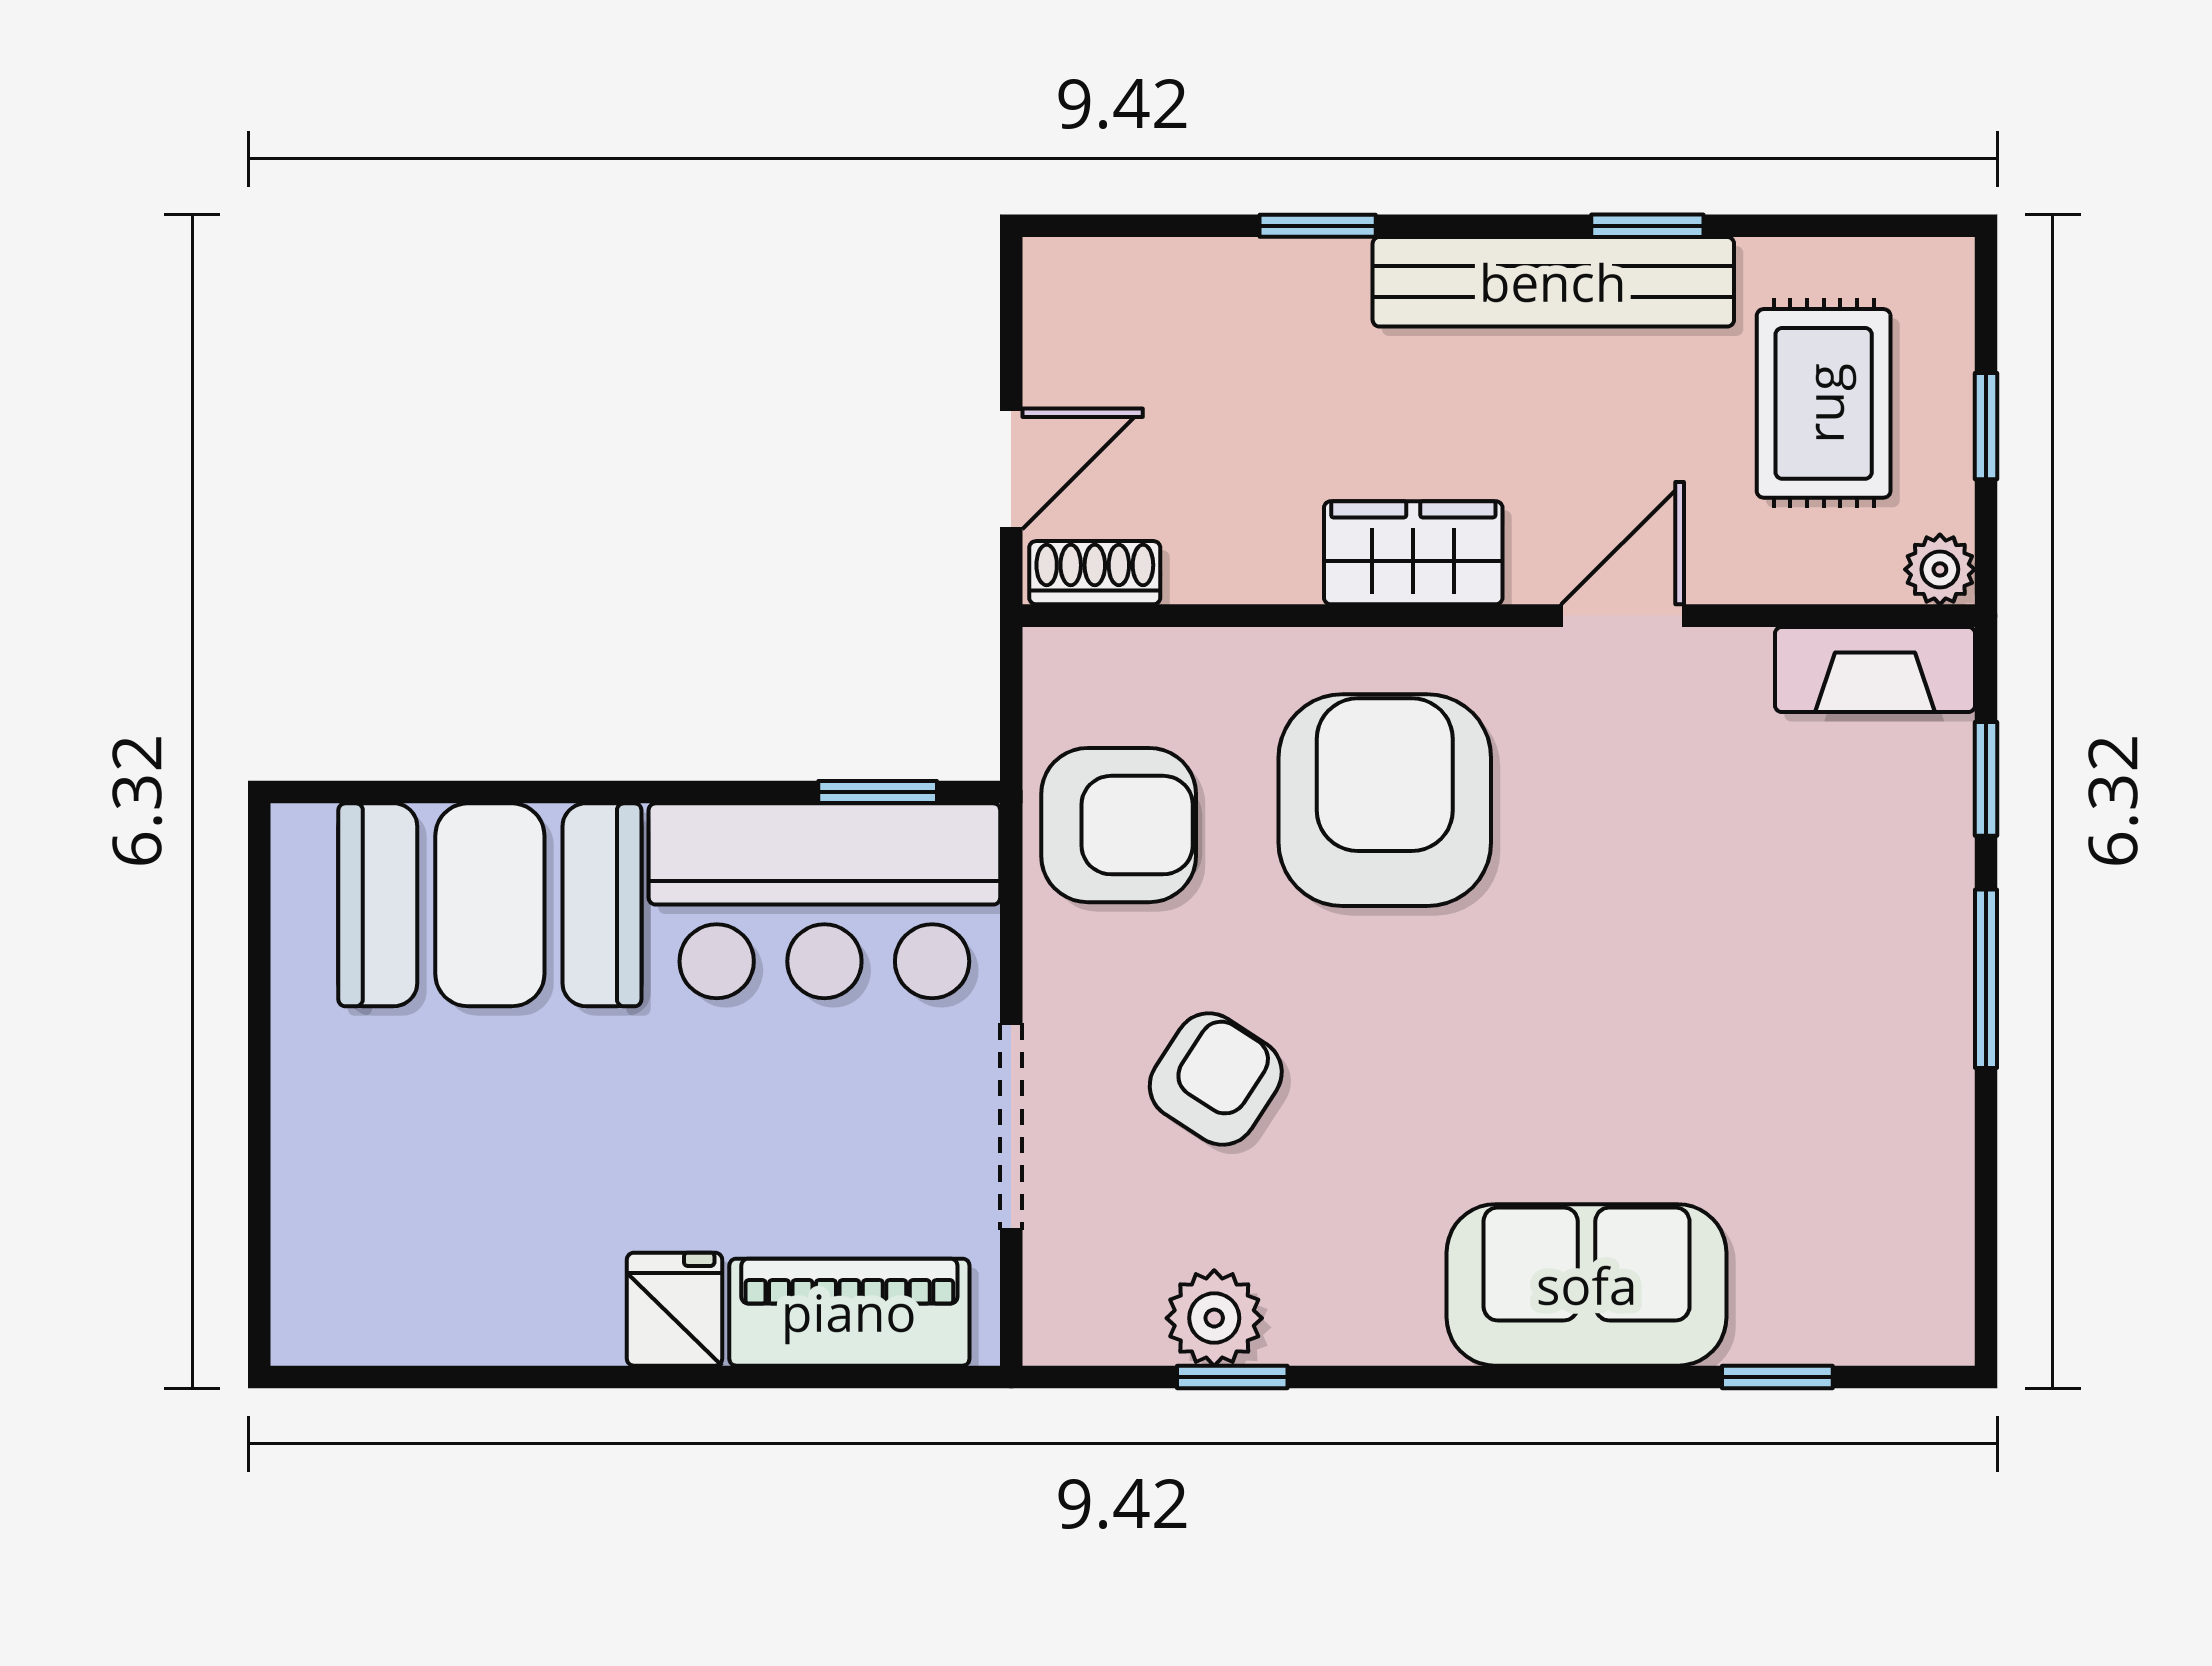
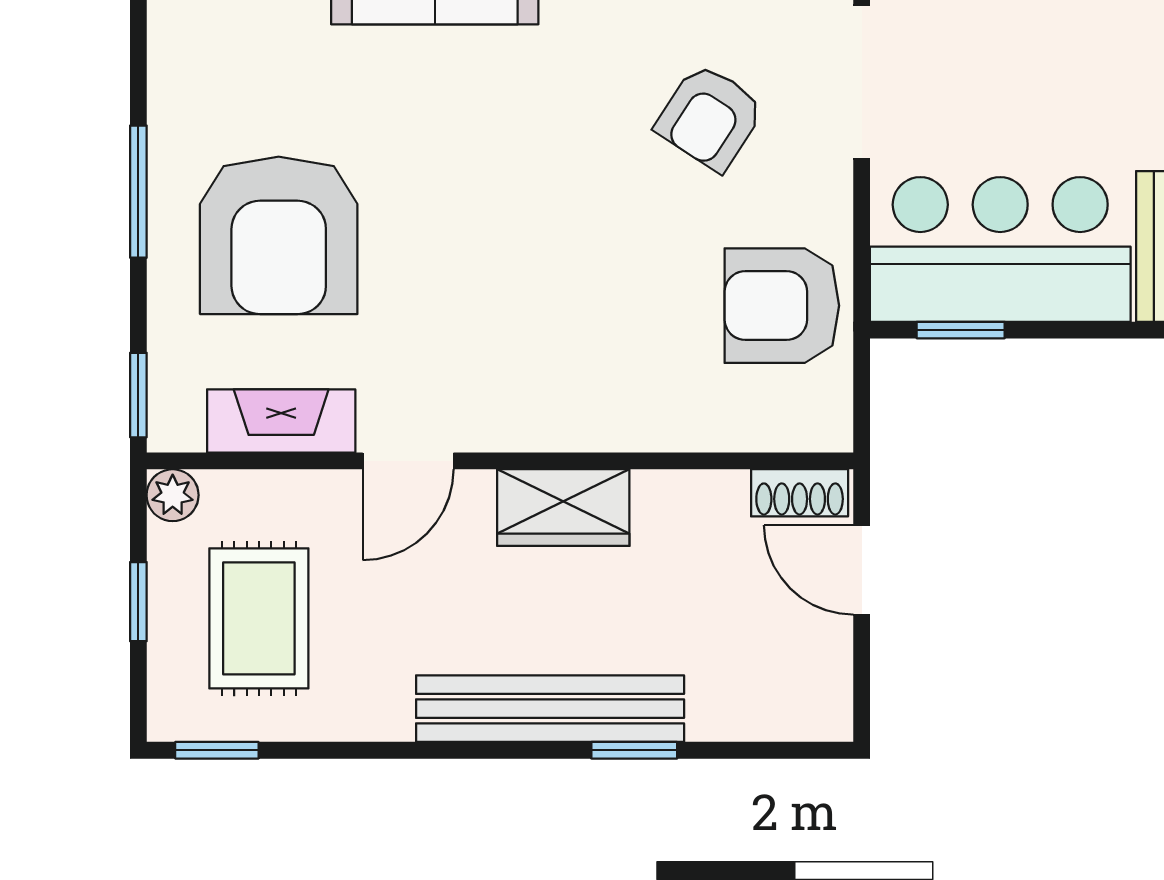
window: (1647, 226) -> (217, 750), moved
bench: (1553, 282) -> (550, 709), moved
door: (1011, 469) -> (862, 570), hinge flipped
fireplace: (1875, 669) -> (281, 421), moved
window: (1986, 779) -> (138, 395), moved
armchair: (1385, 800) -> (279, 235), moved

